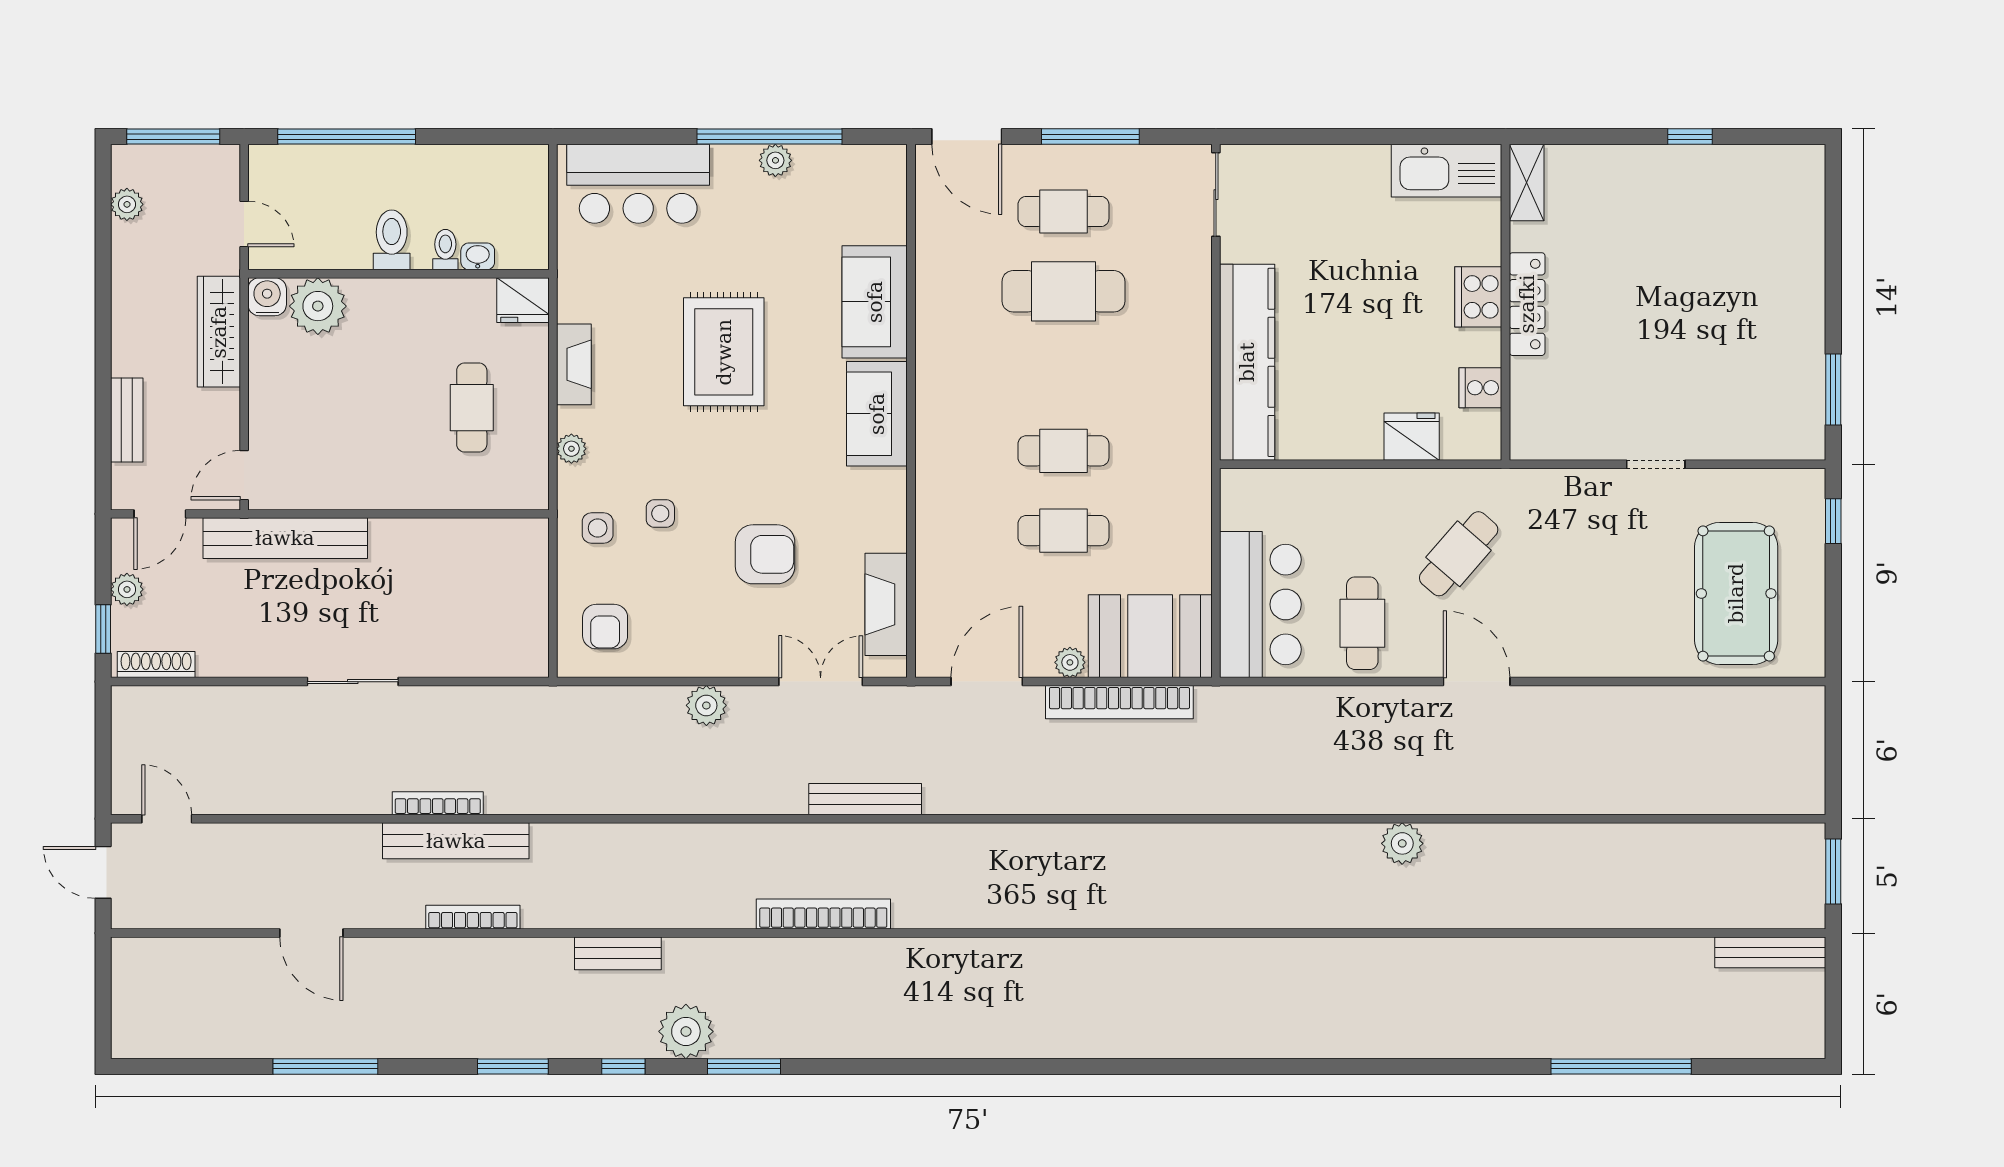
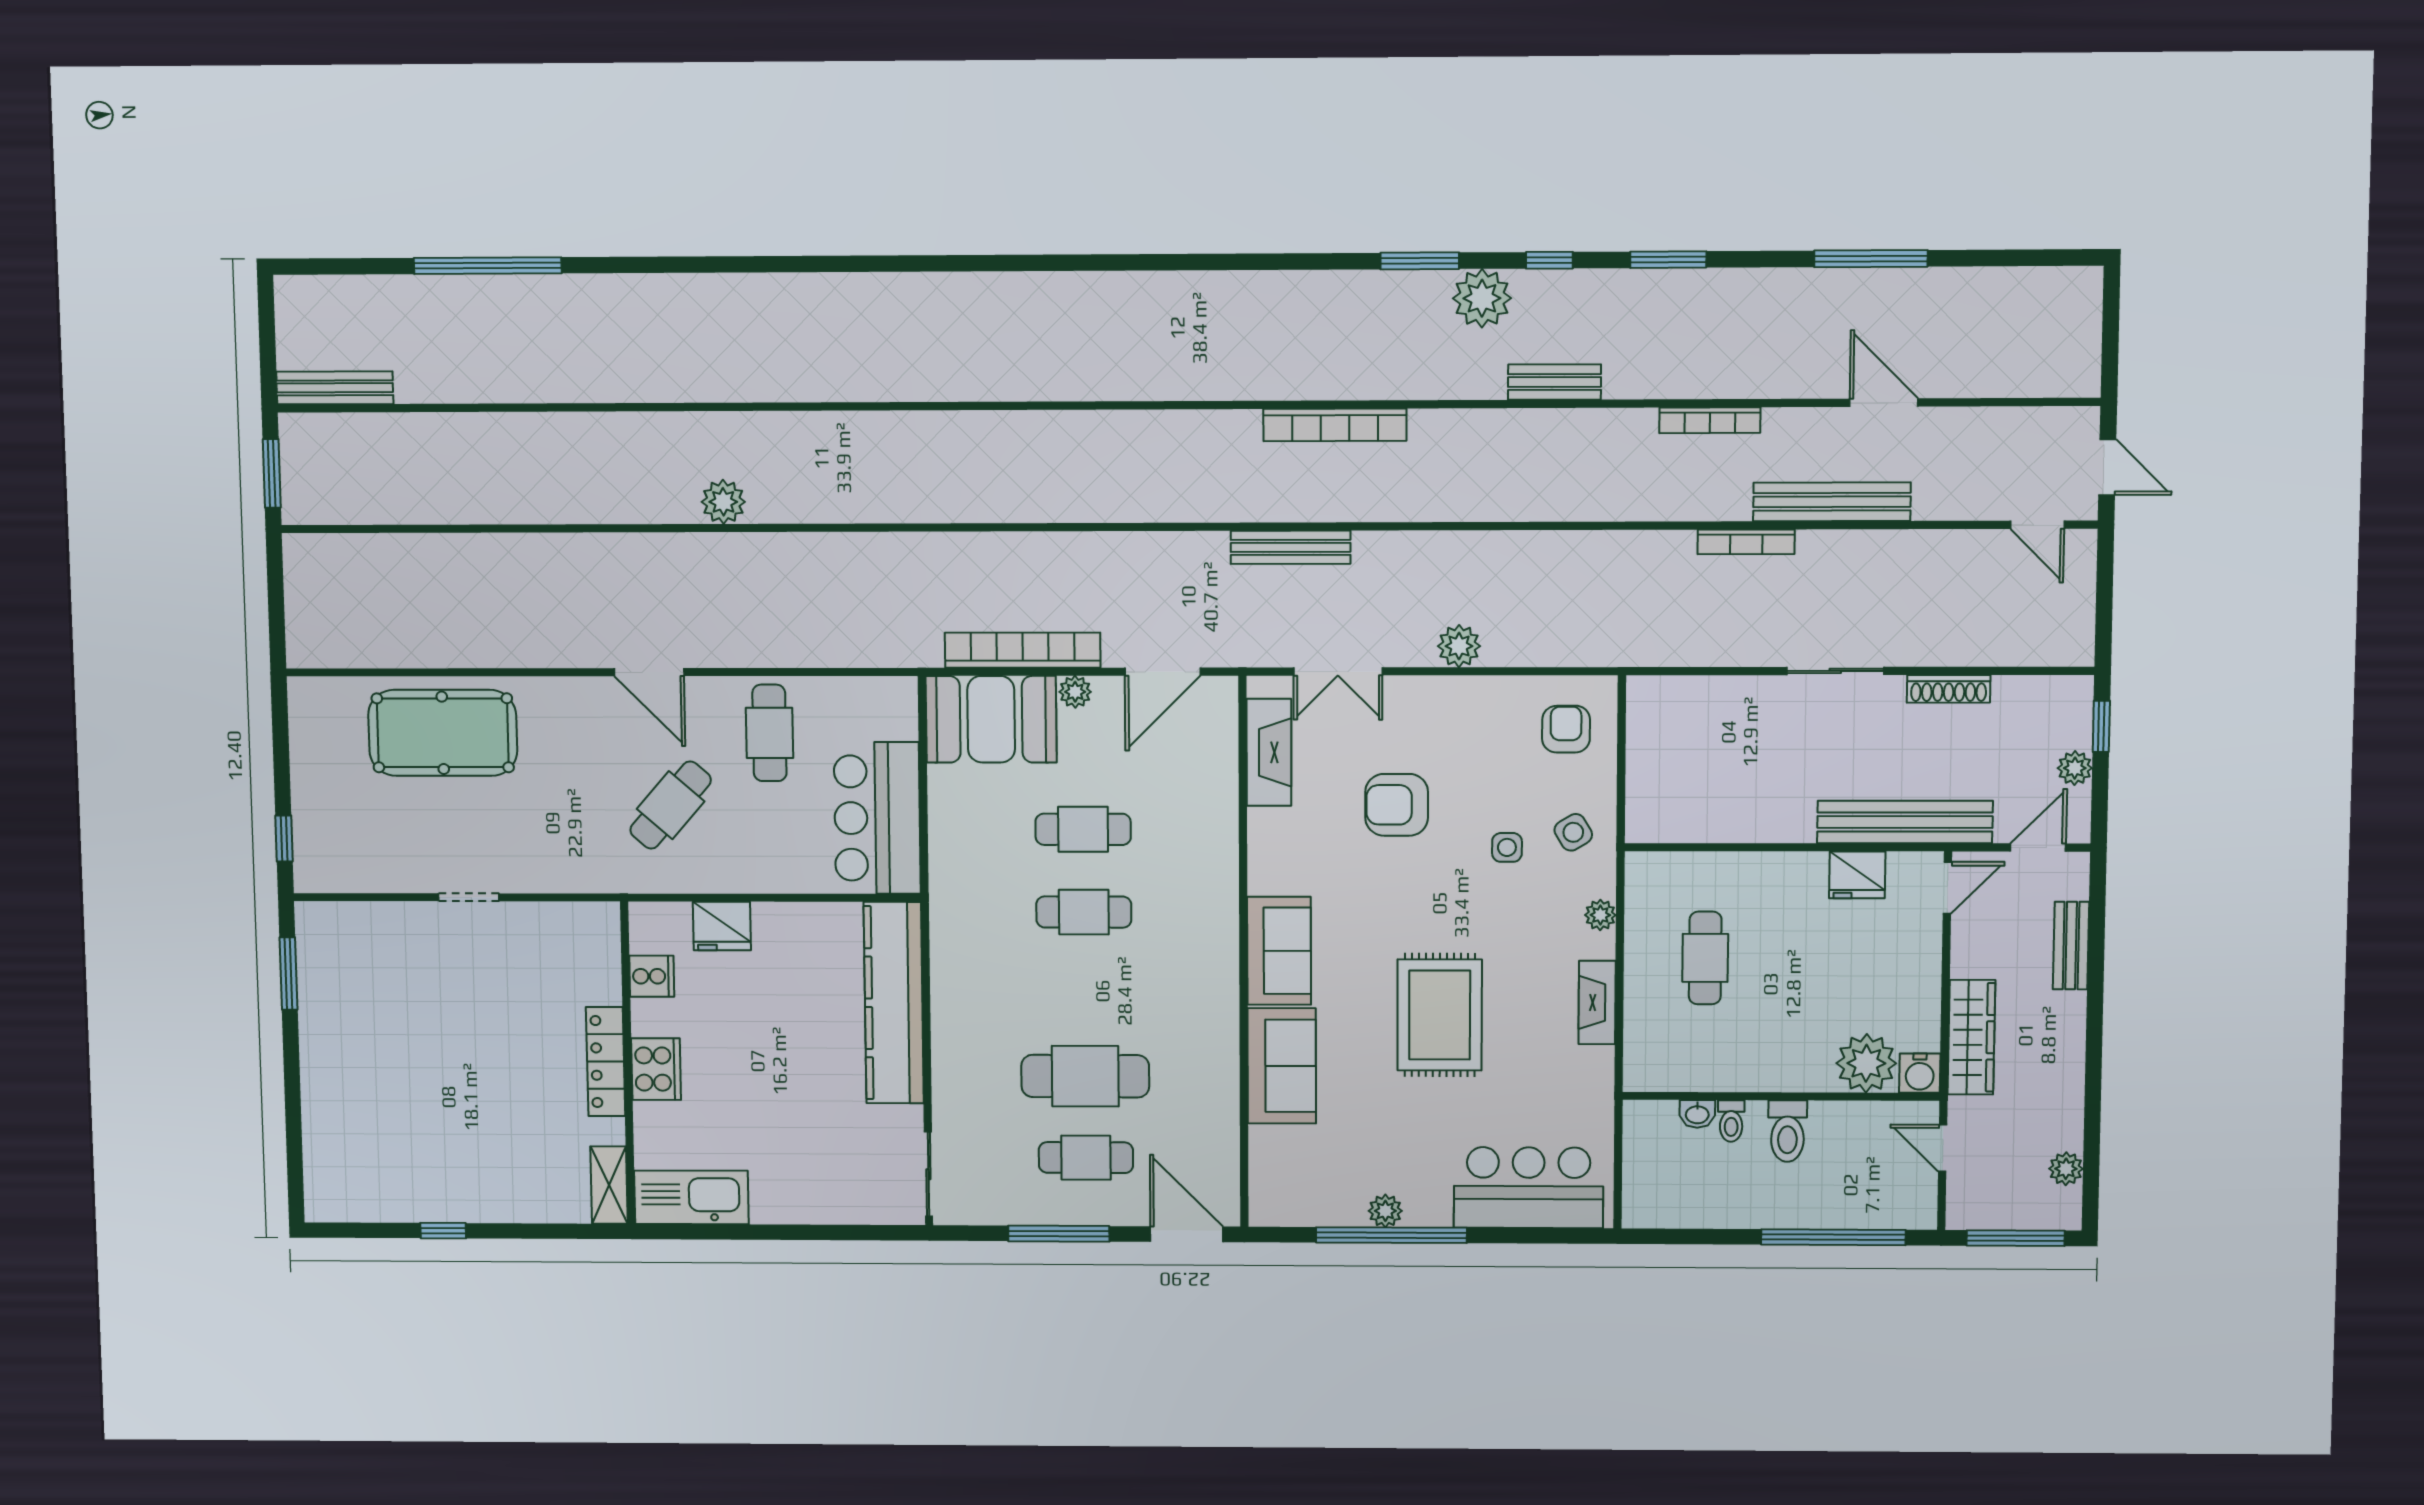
fridge: (523, 300) -> (1857, 875), moved, turned 180
side table: (598, 528) -> (1573, 832), turned -31
pool table: (1736, 593) -> (443, 733), moved, turned 90
bar counter: (1260, 604) -> (877, 818), moved
shoe rack: (156, 665) -> (1949, 689), moved
bench: (456, 841) -> (1832, 502), moved

